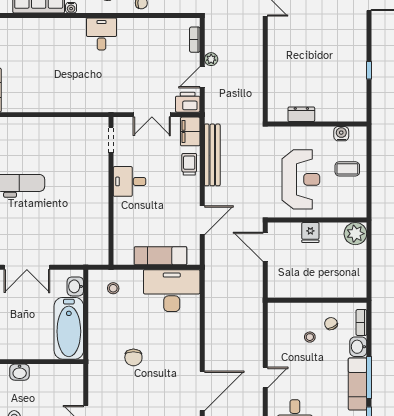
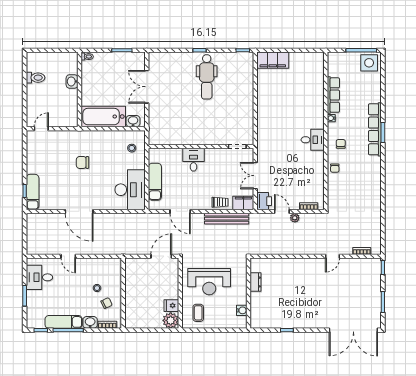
coffee table: (347, 169) -> (198, 313), moved
desk: (130, 181) -> (193, 160), moved
fridge: (310, 232) -> (171, 306), moved
door: (202, 391) -> (79, 211), moved

